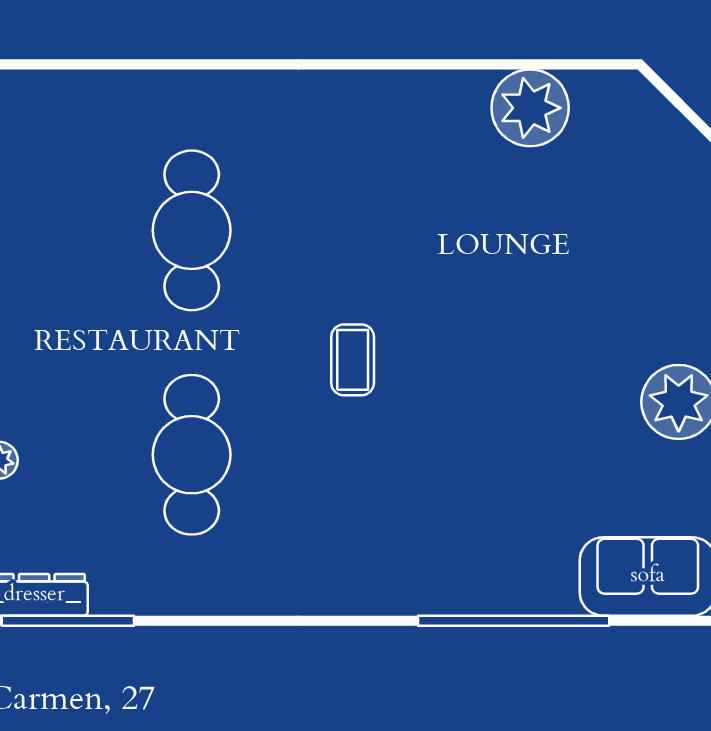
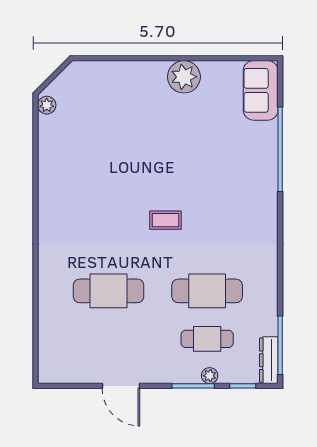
plant: (530, 108) -> (47, 105), moved, width x0.53, depth x0.53
cafe table: (82, 455) -> (207, 339), added

